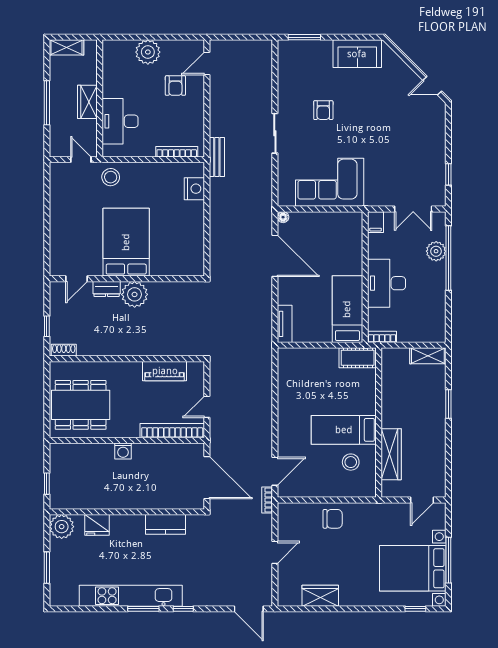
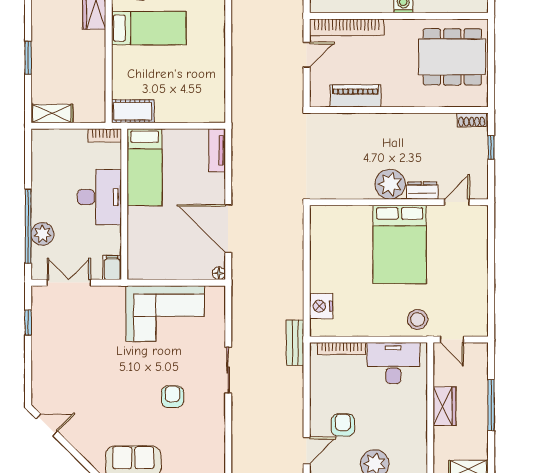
desk: (120, 121) -> (393, 363), moved, turned -90

